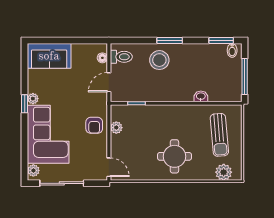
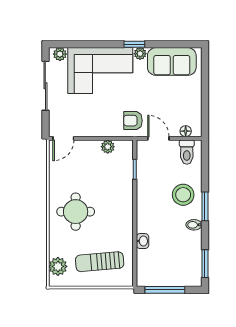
bidet: (232, 50) -> (194, 225), moved
sofa: (49, 56) -> (172, 61), moved, turned -90
armchair: (94, 125) -> (133, 121), moved

